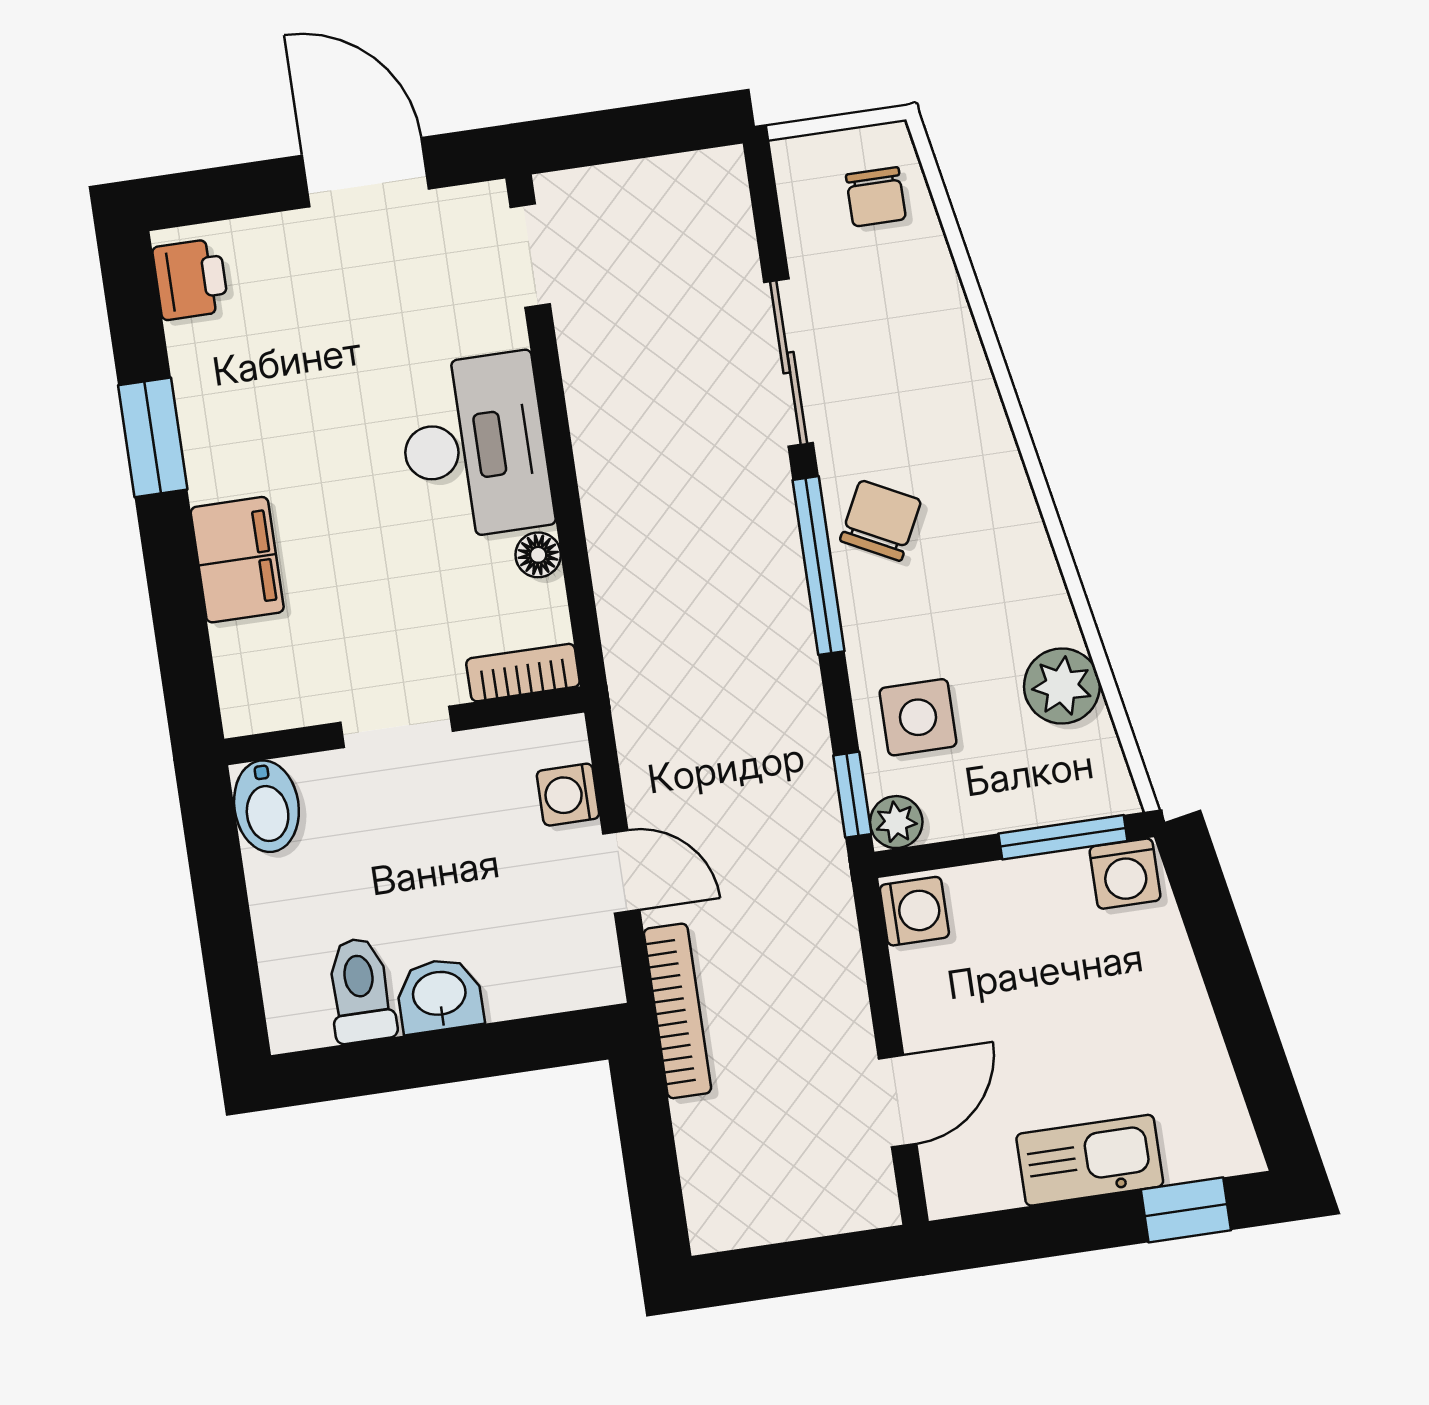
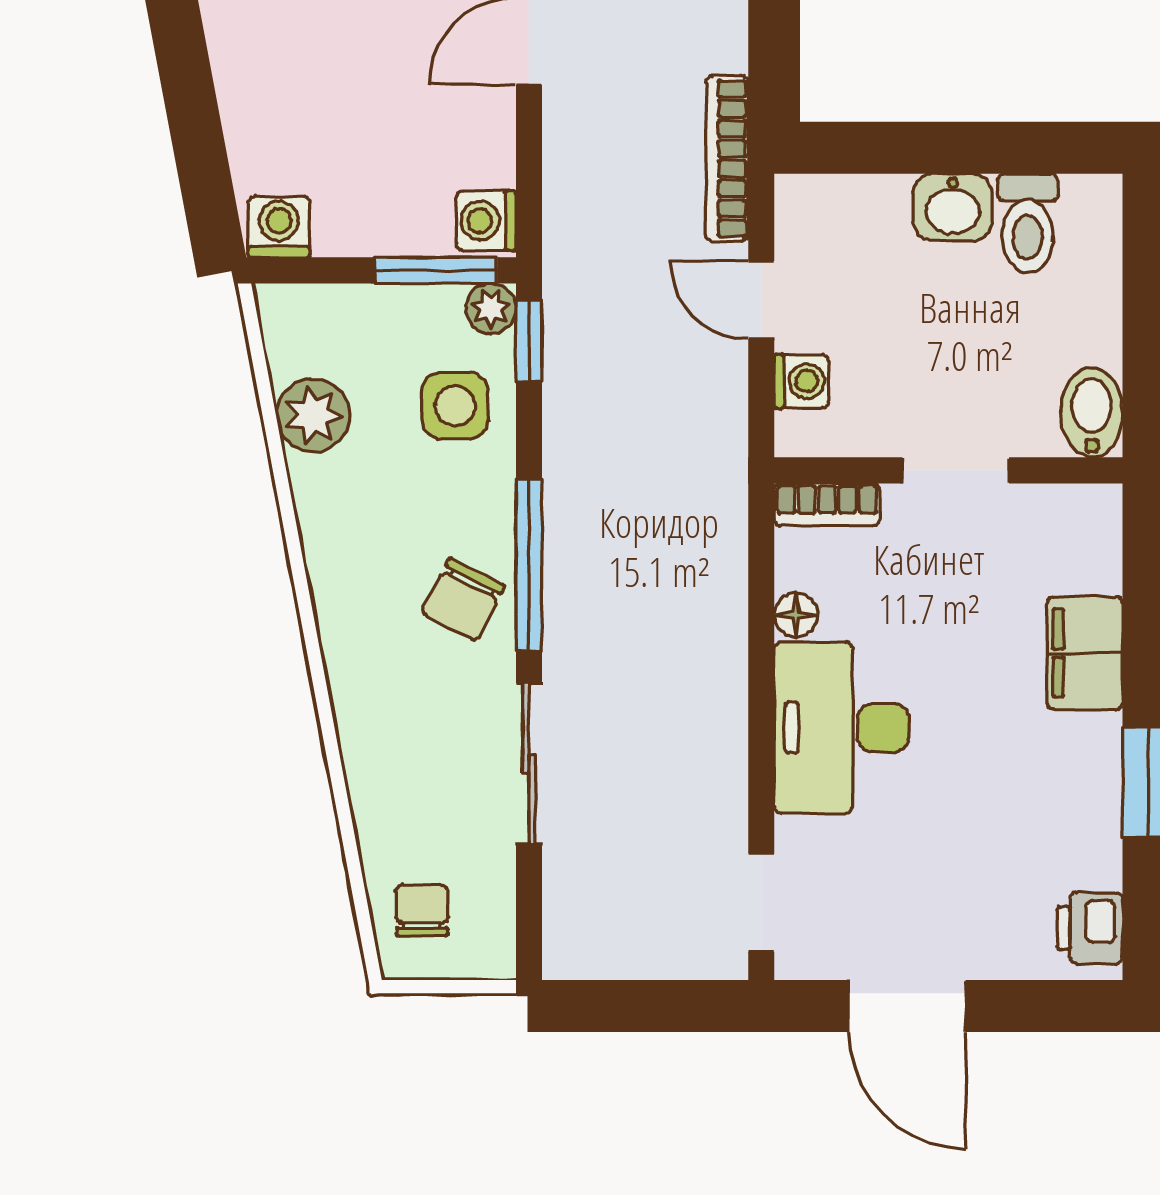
window: (1063, 837) -> (436, 270), moved

